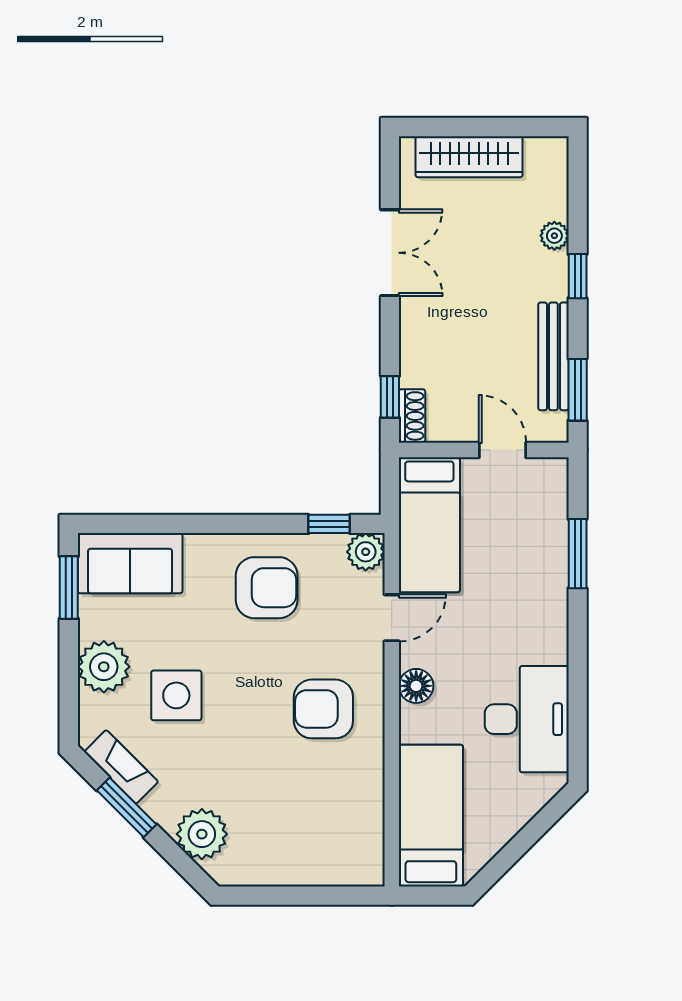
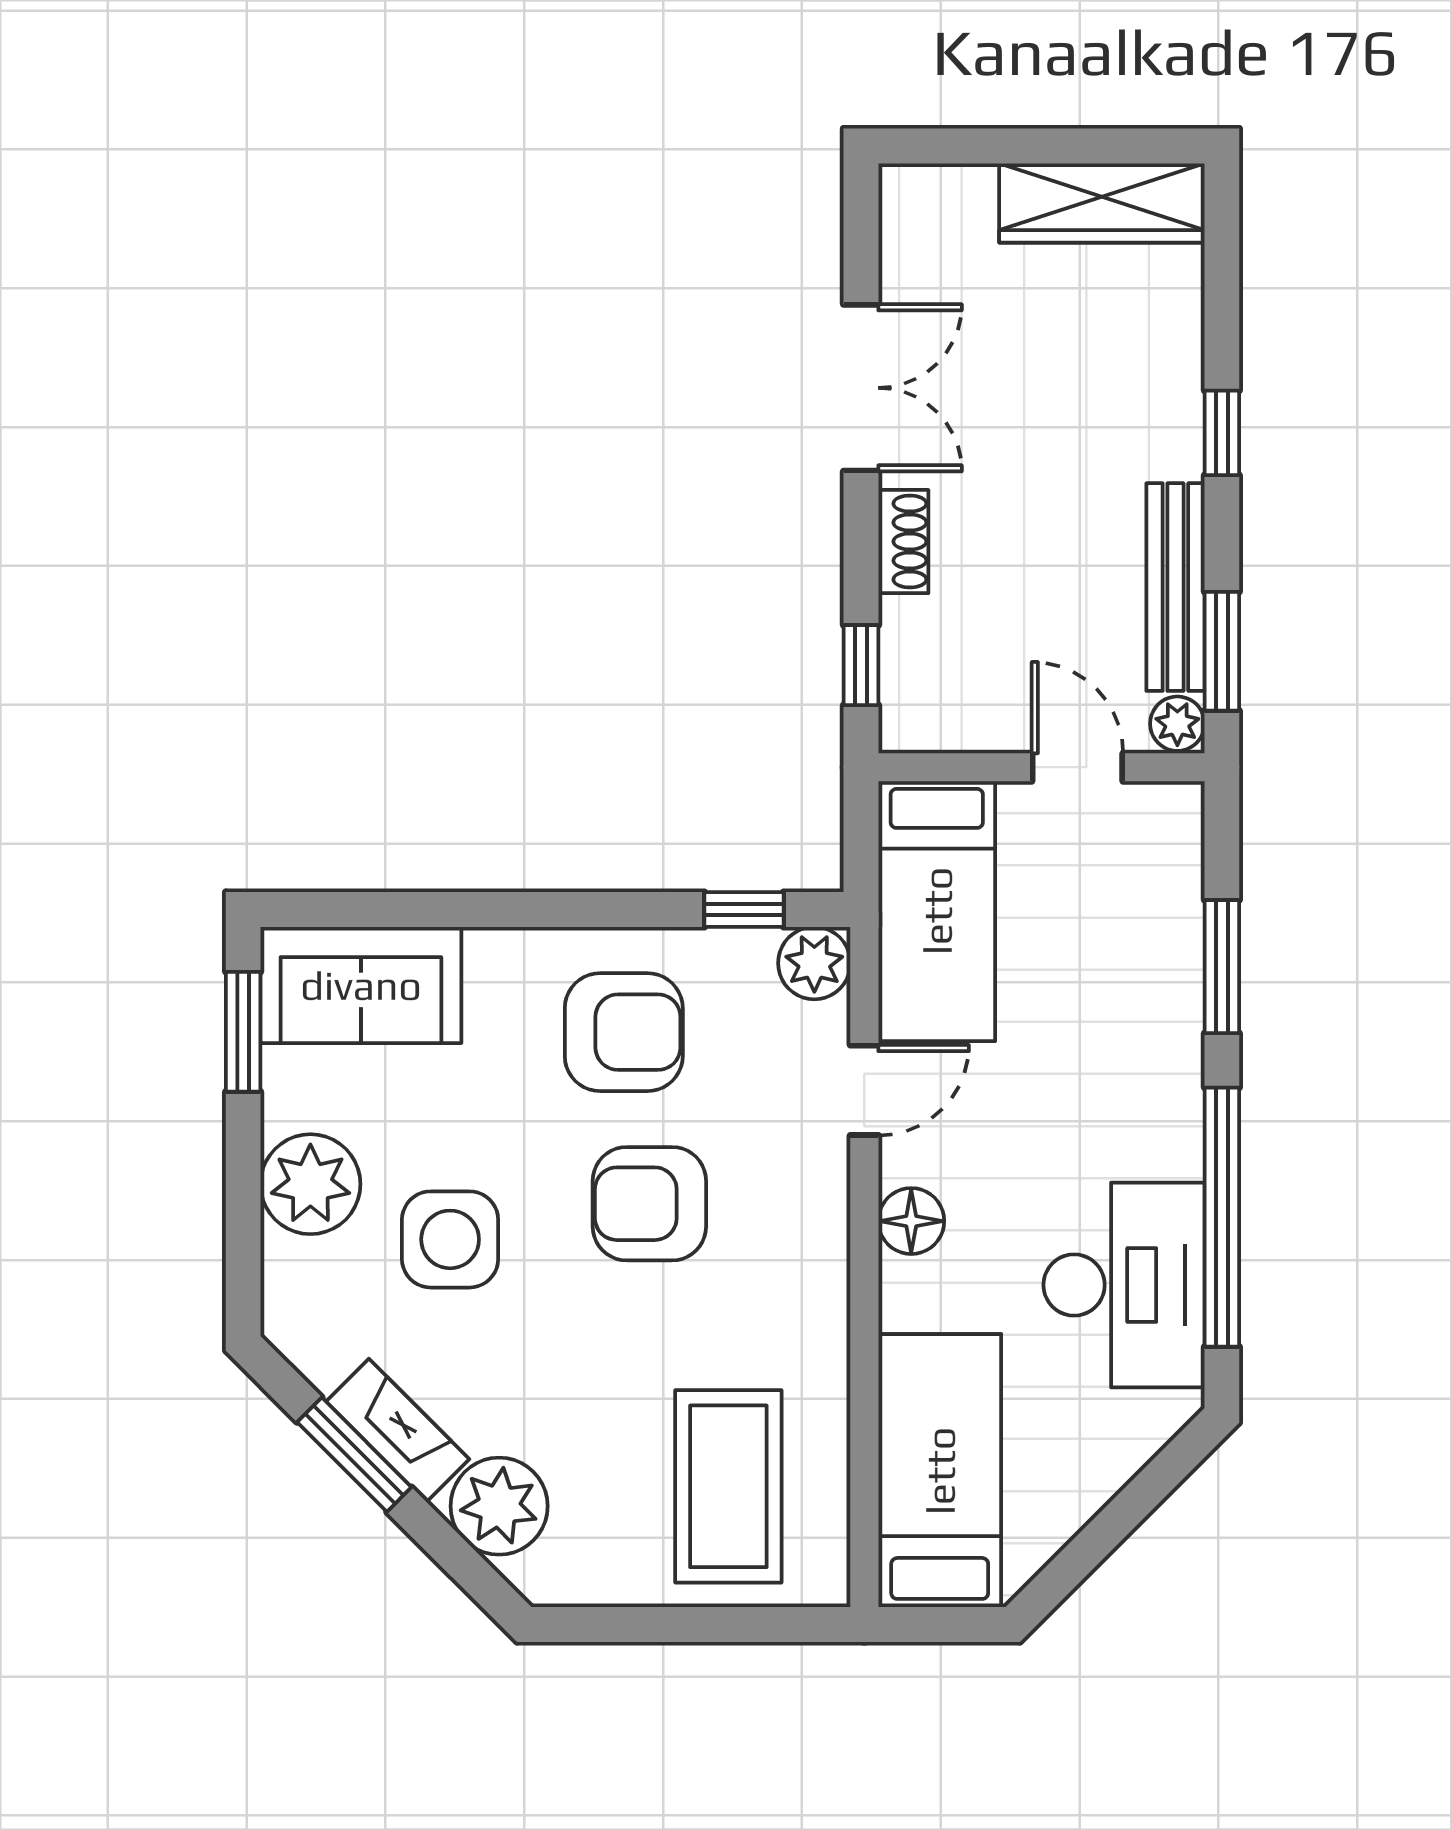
wardrobe: (469, 157) -> (1102, 203), moved
plant: (554, 236) -> (1177, 724), moved
shoe rack: (412, 416) -> (903, 542), moved
window: (578, 684) -> (1222, 1217), added
armchair: (323, 709) -> (649, 1204), moved
fireplace: (121, 767) -> (398, 1430), moved
coffee table: (321, 824) -> (728, 1486), added

